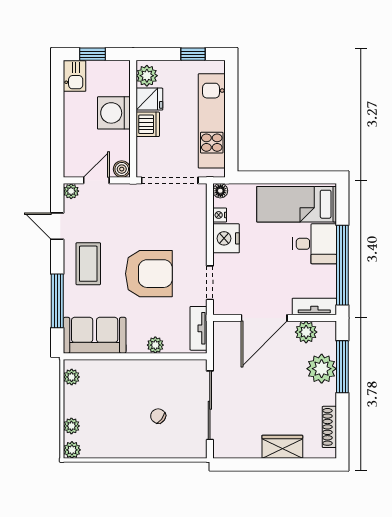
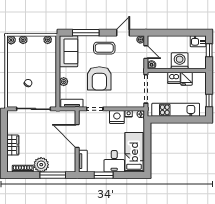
plant: (147, 76) -> (198, 77), removed
window: (342, 265) -> (104, 175), width x0.47
plant: (306, 332) -> (70, 157), removed
plant: (322, 369) -> (41, 165), moved

